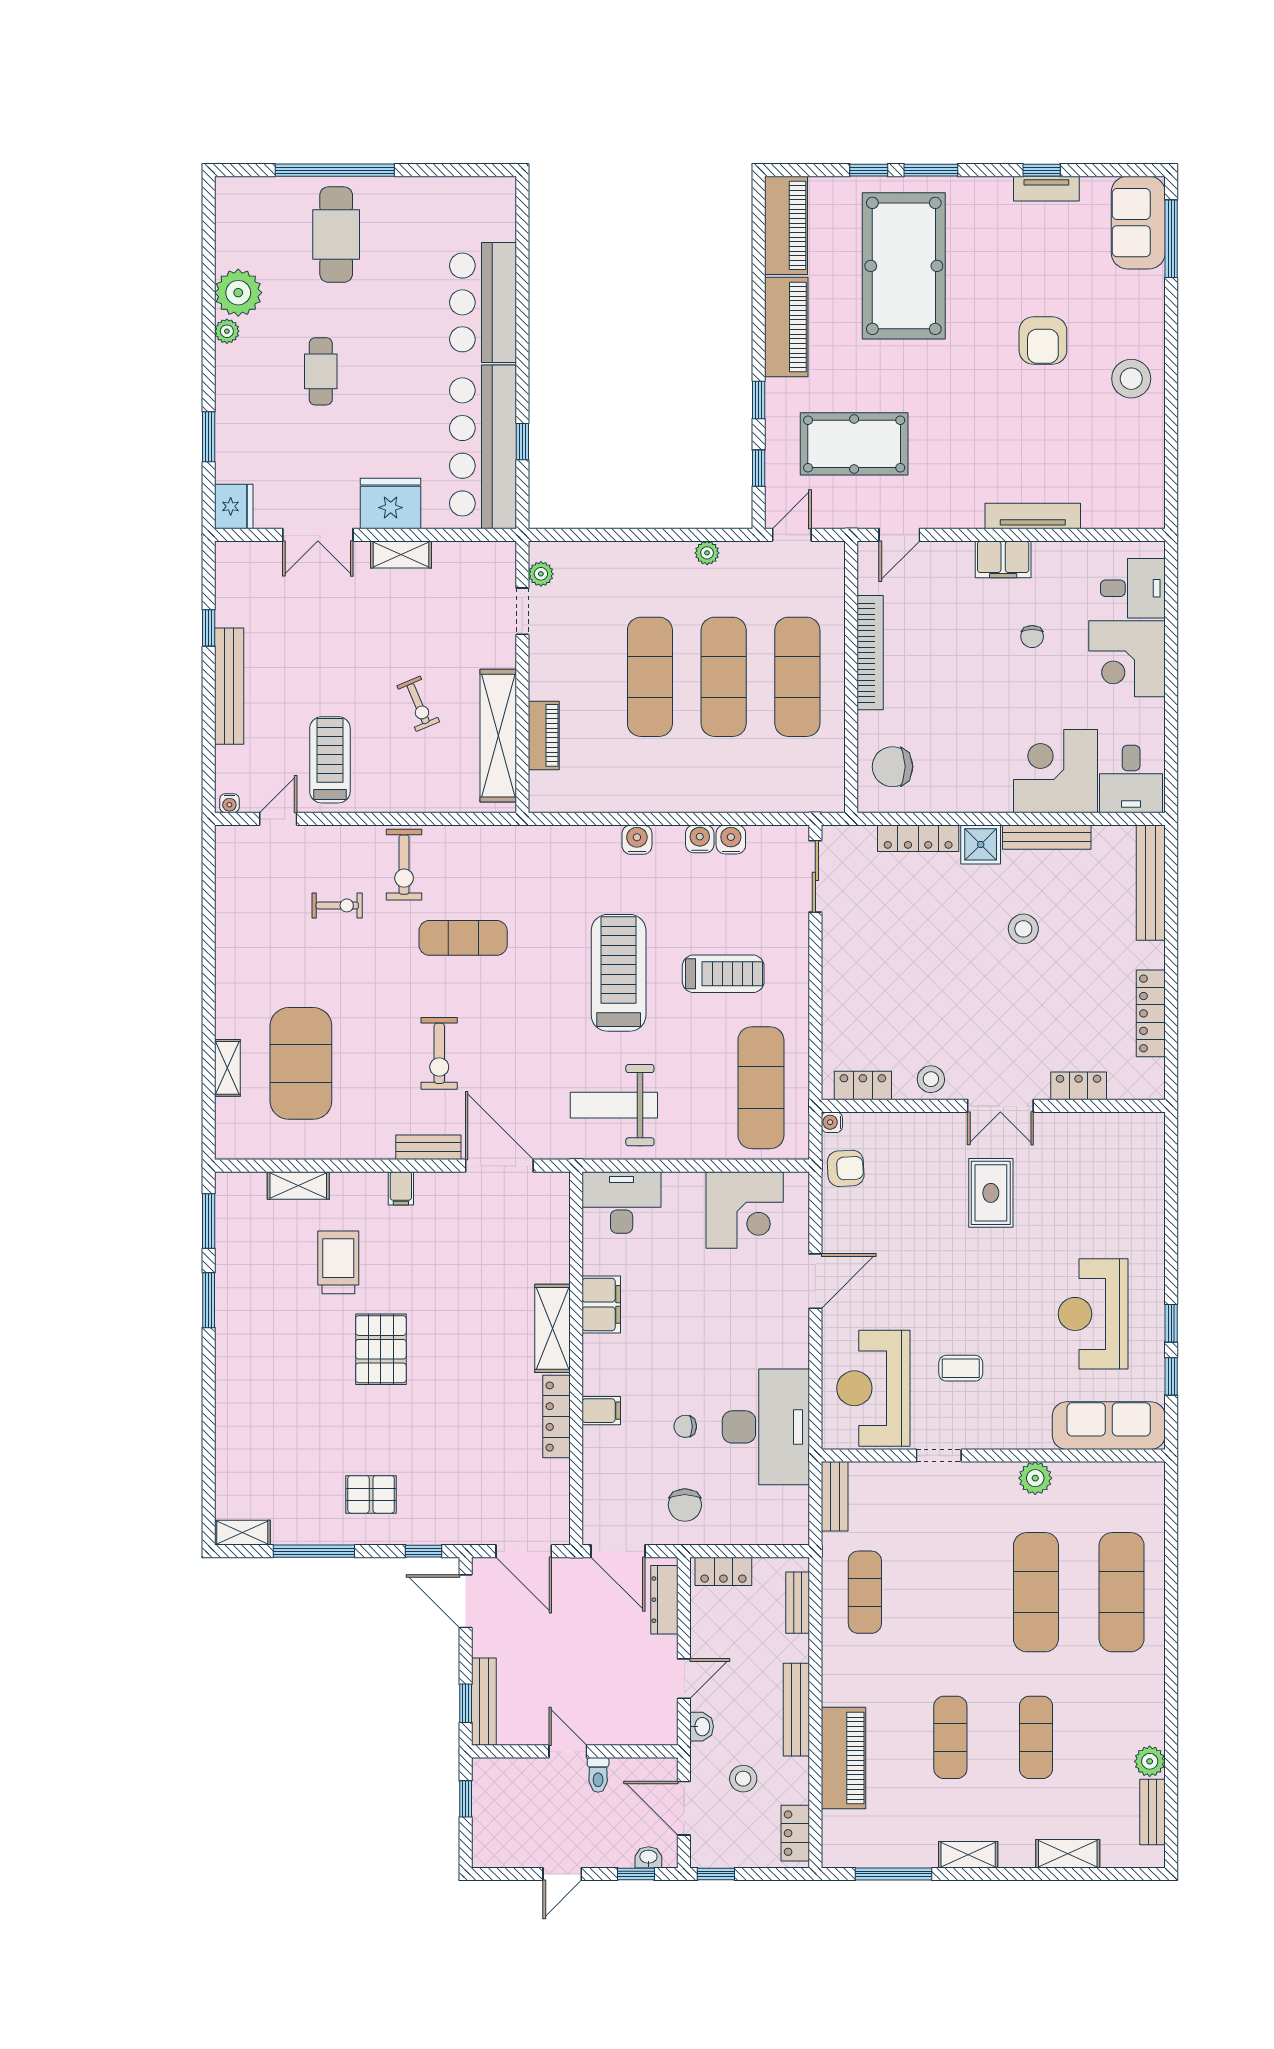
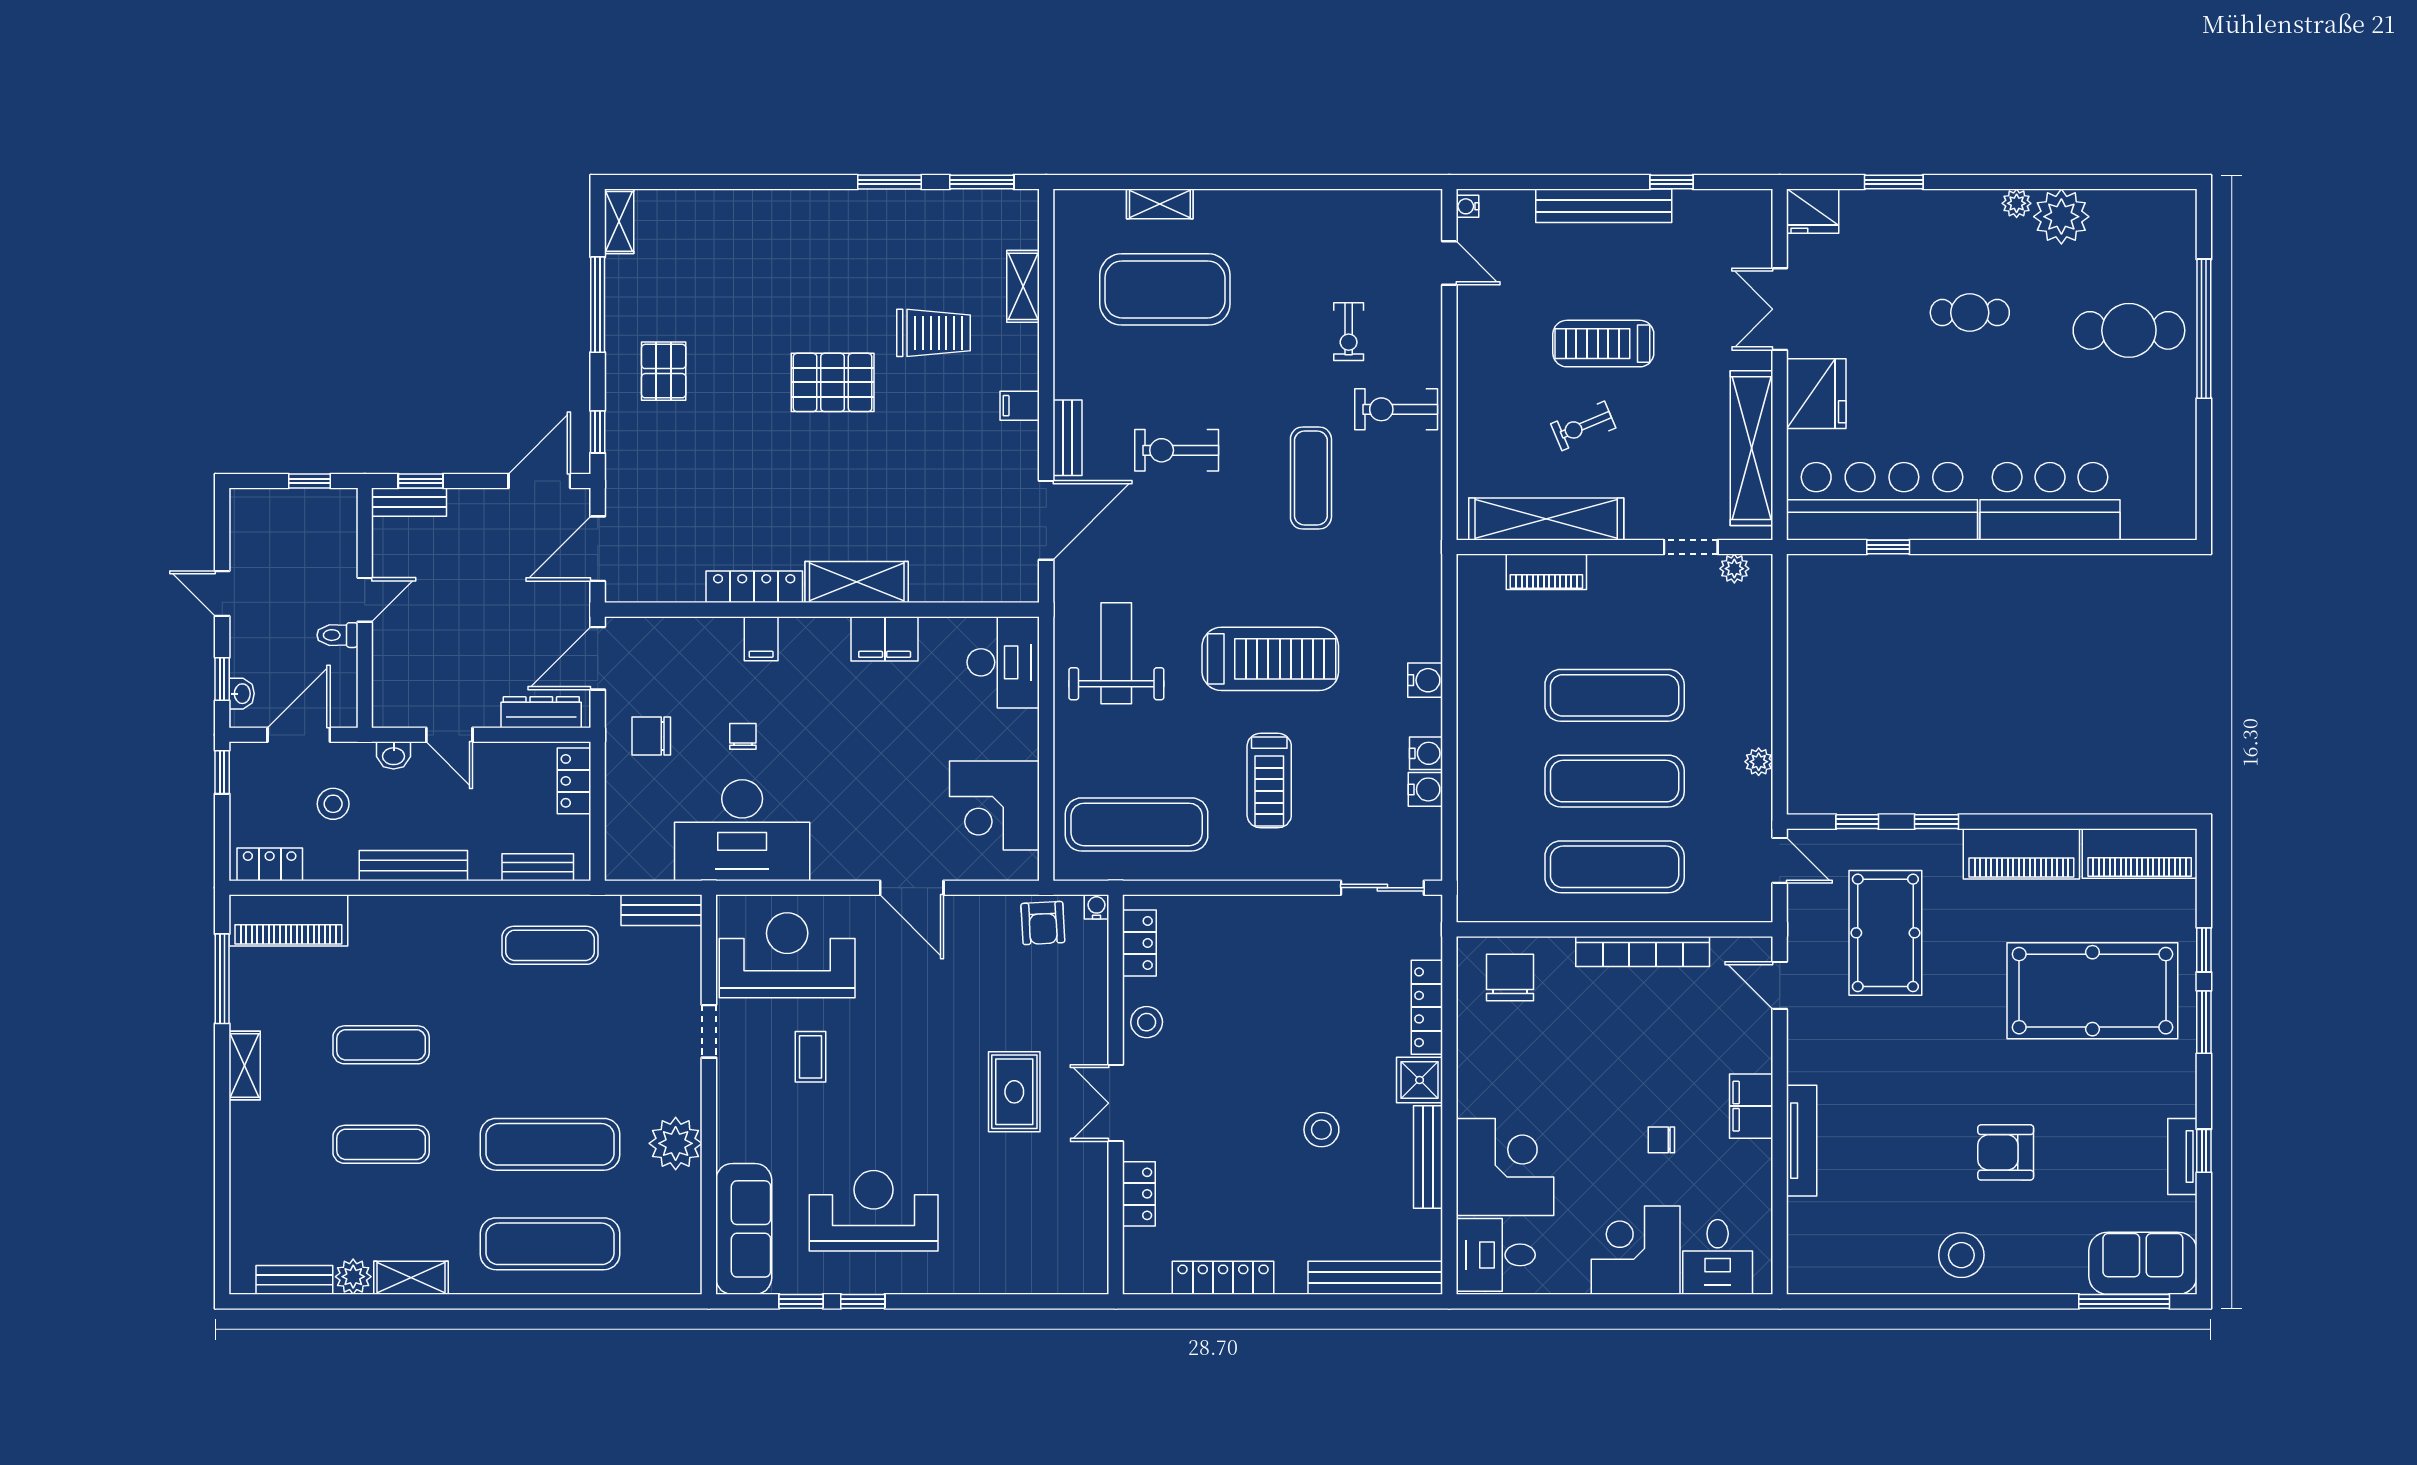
shelving: (401, 554) -> (1752, 448), width x2.20, depth x1.33
treadmill: (330, 760) -> (1603, 344), moved, turned 180
rug: (991, 1193) -> (1014, 1092), turned 90
plant: (1035, 1478) -> (676, 1143), width x1.36, depth x1.36
bench: (484, 1702) -> (409, 502), width x0.73
piano: (843, 1758) -> (288, 920), moved
shelving: (1068, 1854) -> (411, 1278), moved, turned 90

